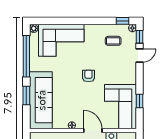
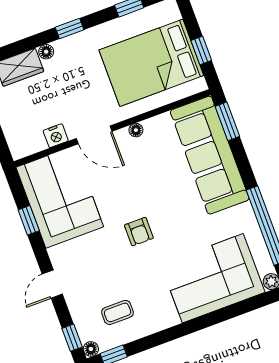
door: (139, 55) -> (52, 284), moved
window: (26, 96) -> (227, 121), moved

